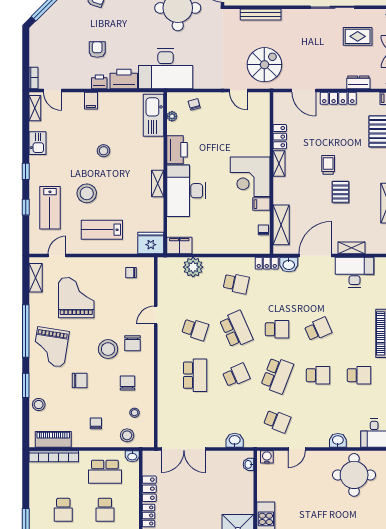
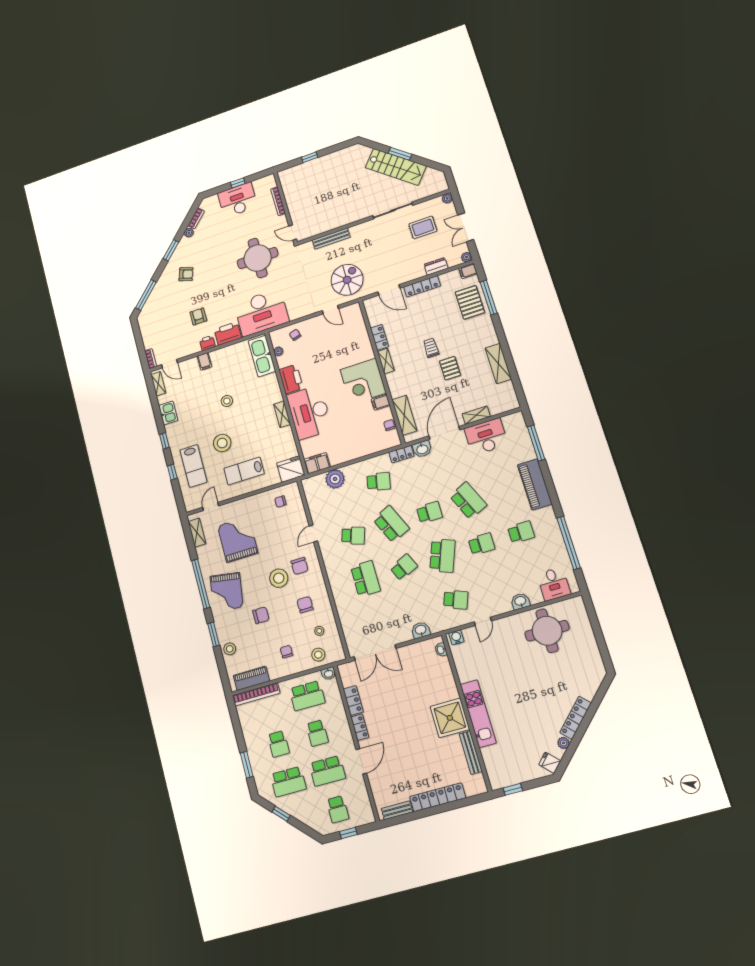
school desk: (318, 329) -> (468, 501), width x1.85

